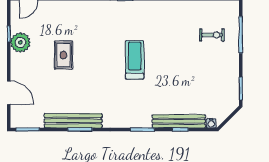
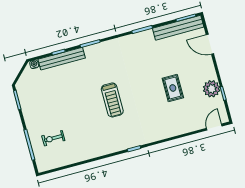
bench: (73, 121) -> (178, 28), moved

